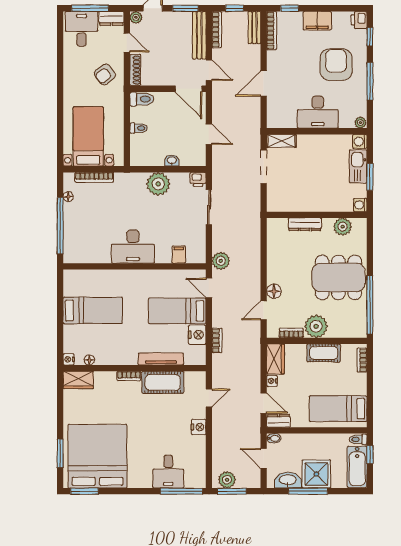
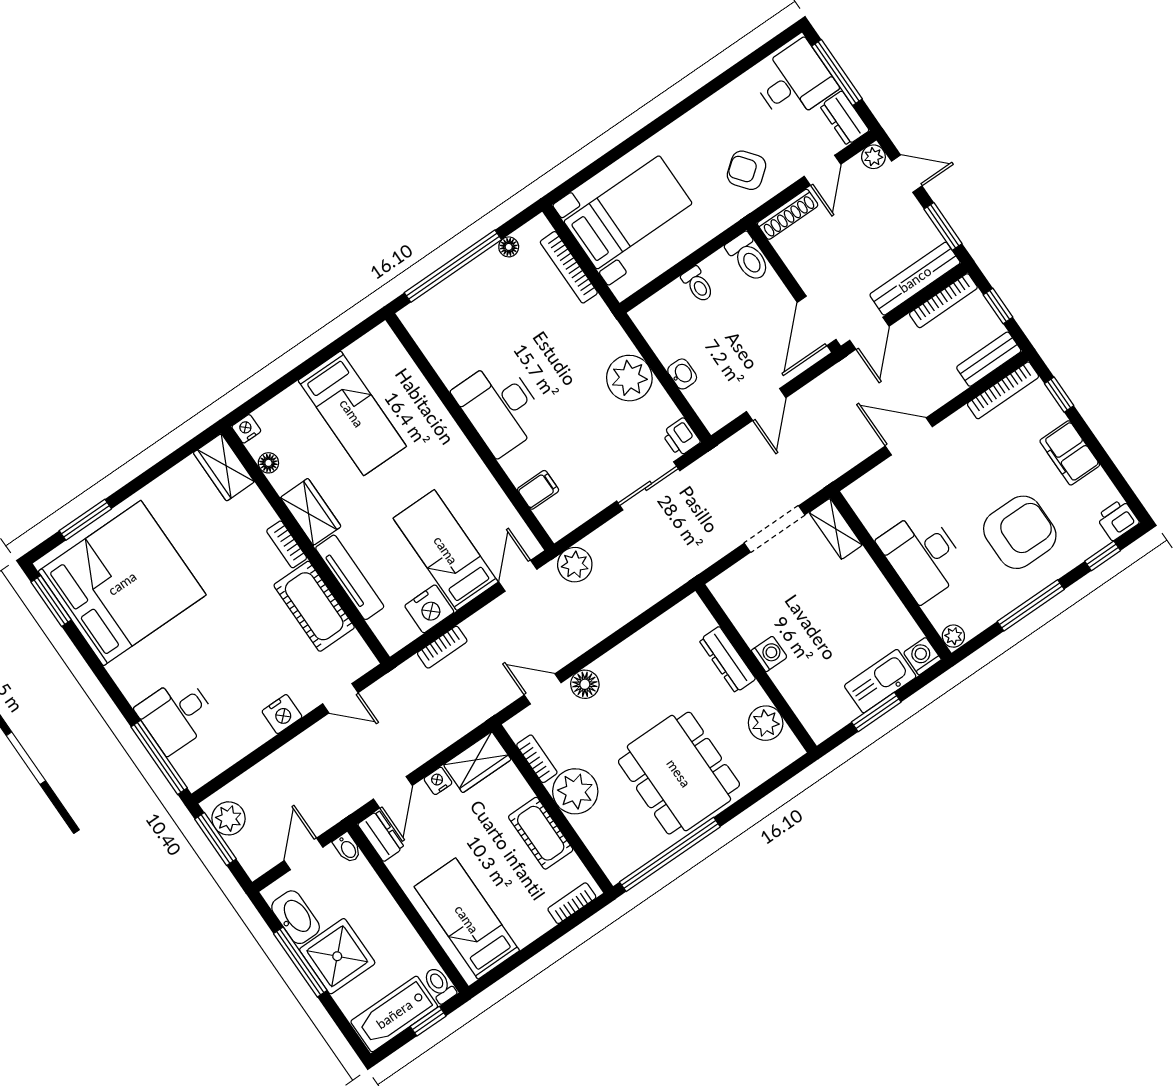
washing machine: (360, 205) -> (769, 654), moved, turned 90
wardrobe: (122, 356) -> (311, 512), added

